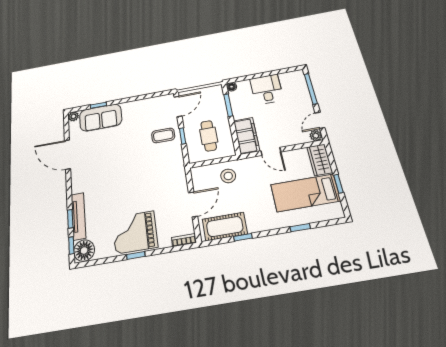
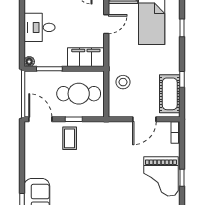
cafe table: (209, 136) -> (79, 94), width x1.37, depth x1.35
door: (271, 151) -> (106, 24), moved
door: (193, 204) -> (144, 119), swing flipped

